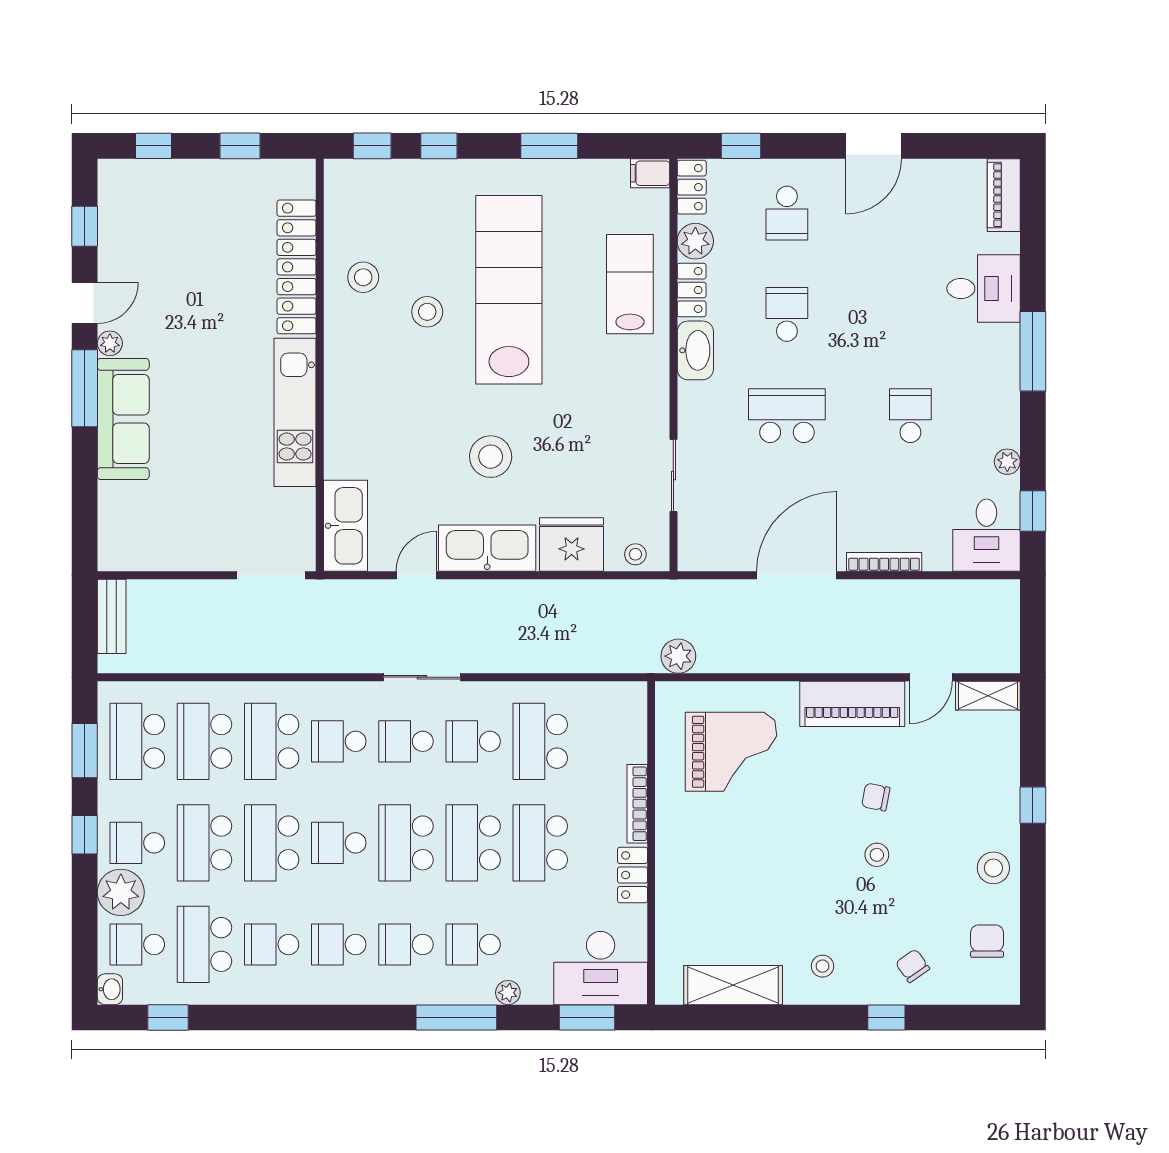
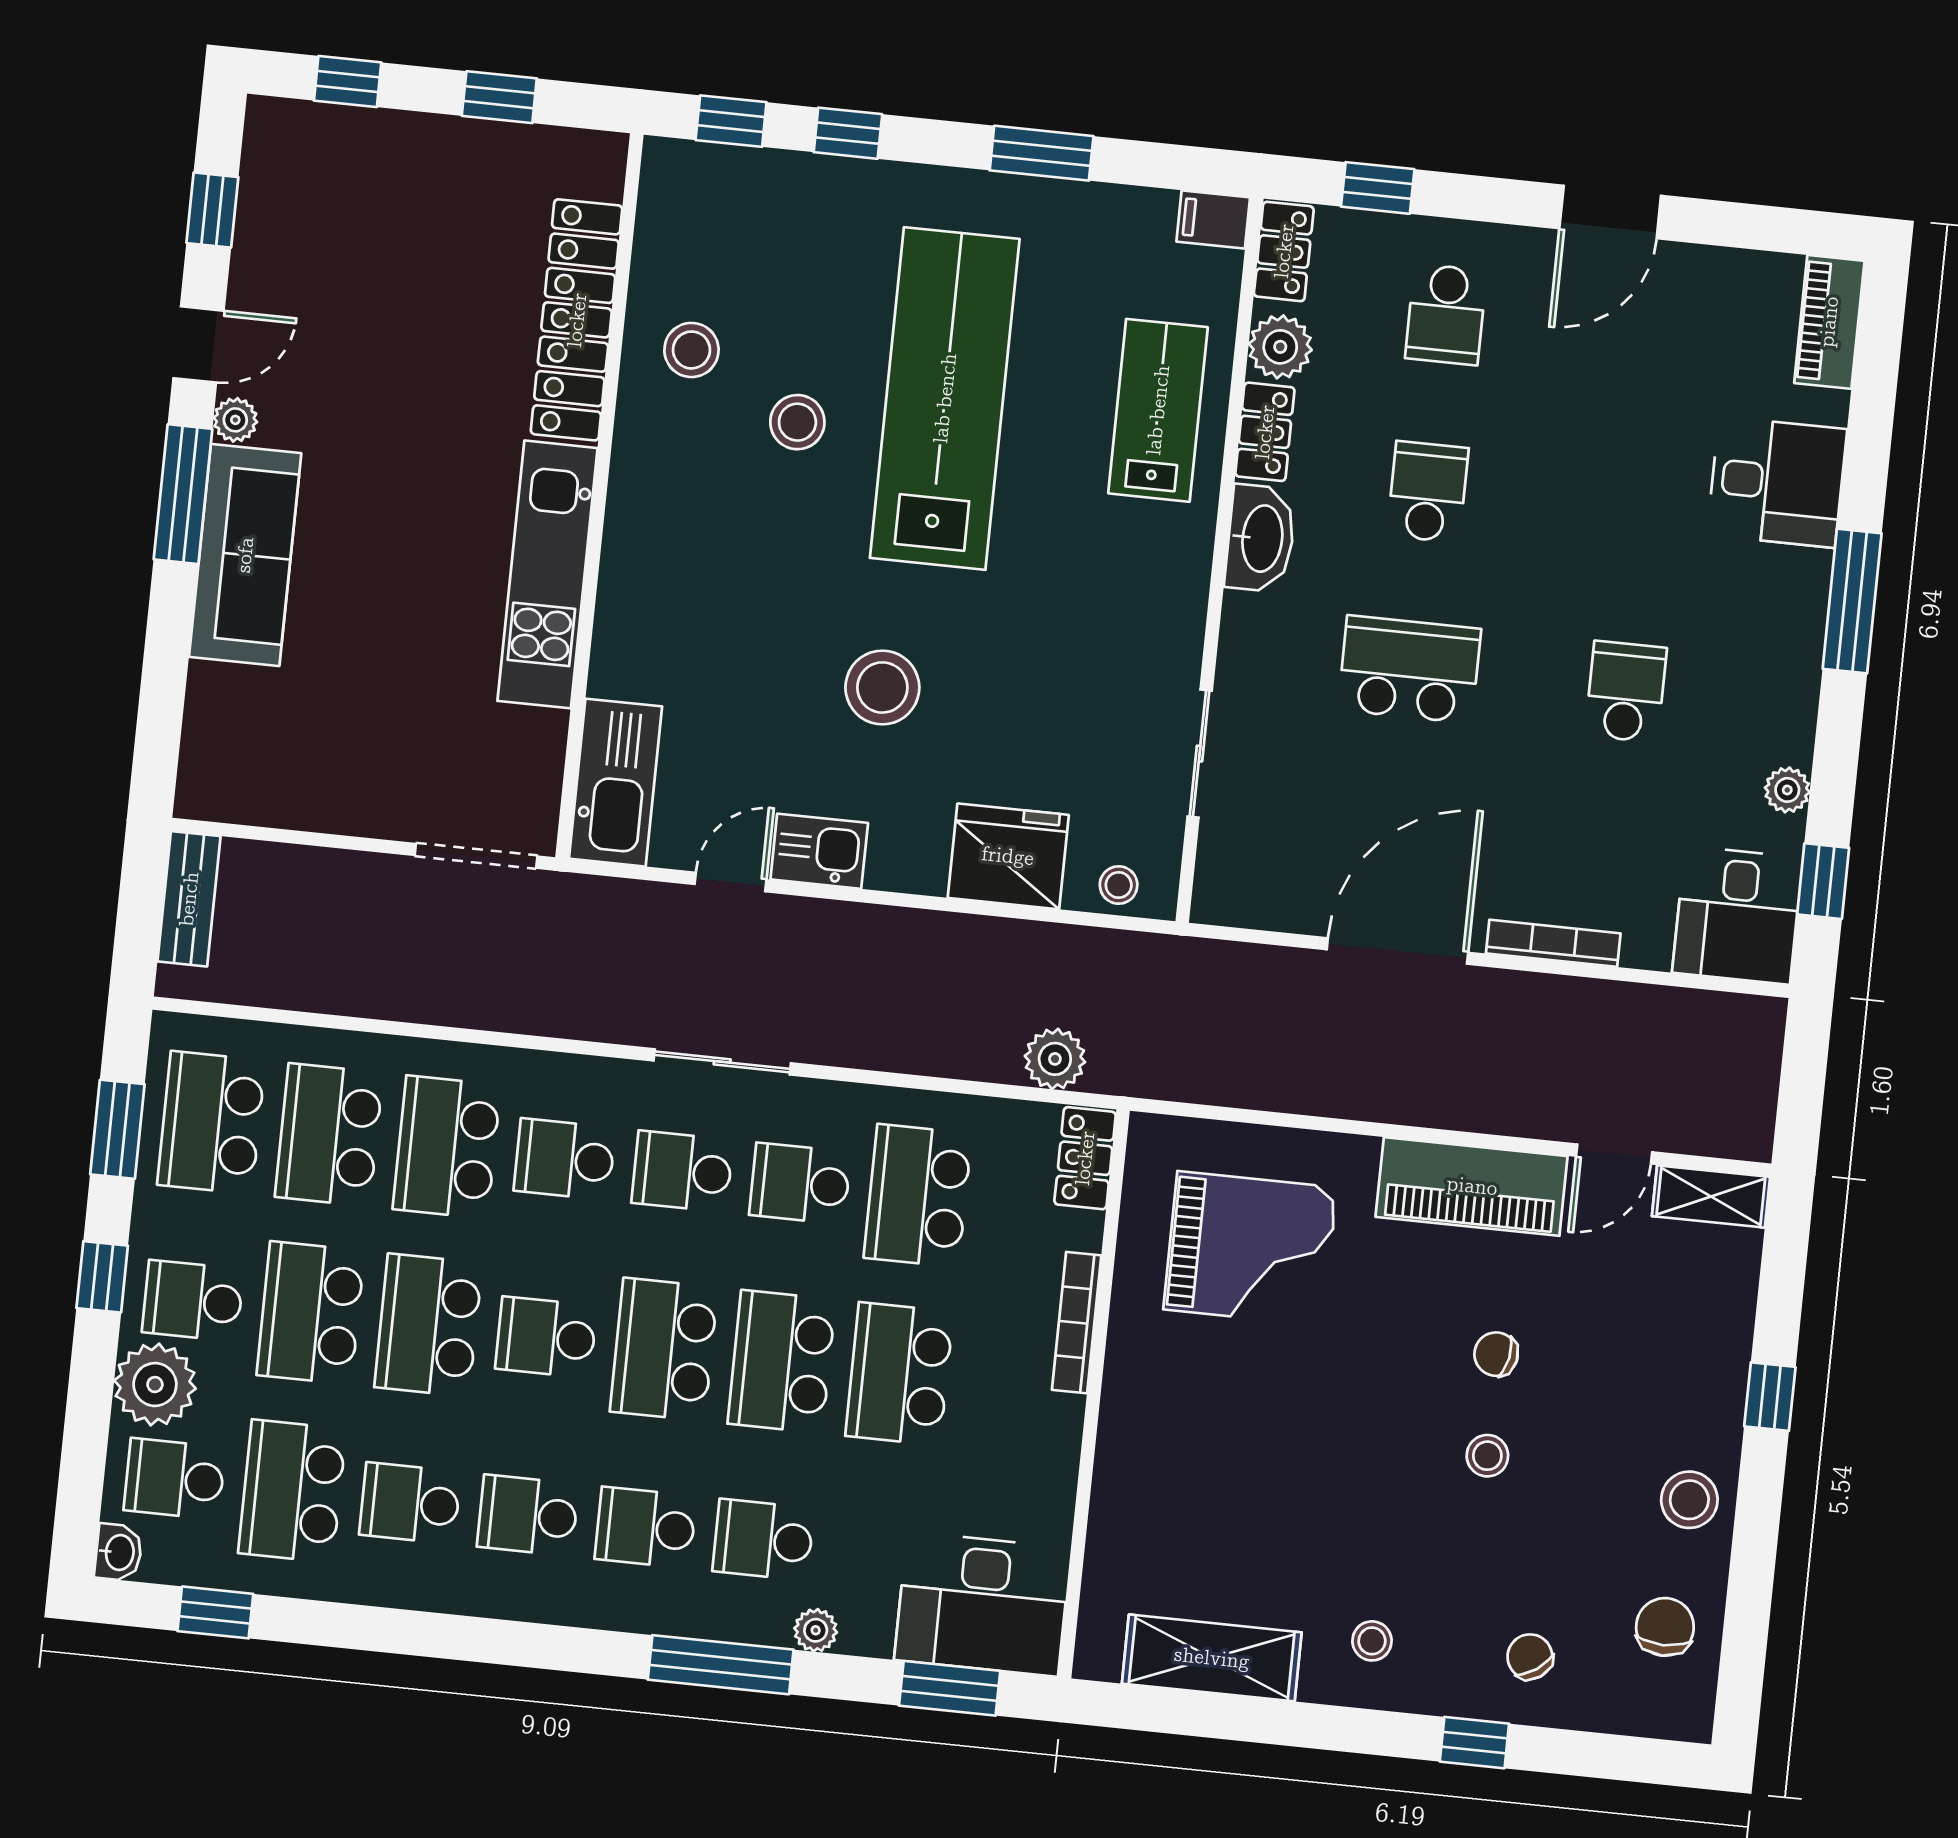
kitchen sink: (487, 548) -> (819, 851), width x0.53, depth x0.81
plant: (678, 656) -> (1055, 1059), moved
locker: (632, 875) -> (1085, 1158), moved

